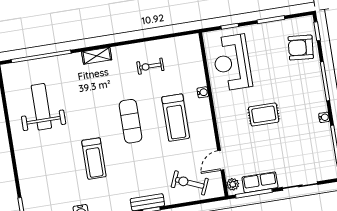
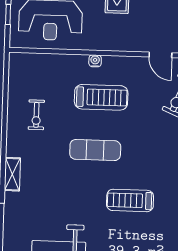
water cooler: (203, 92) -> (95, 61), moved
treadmill: (94, 159) -> (130, 200), turned 180

